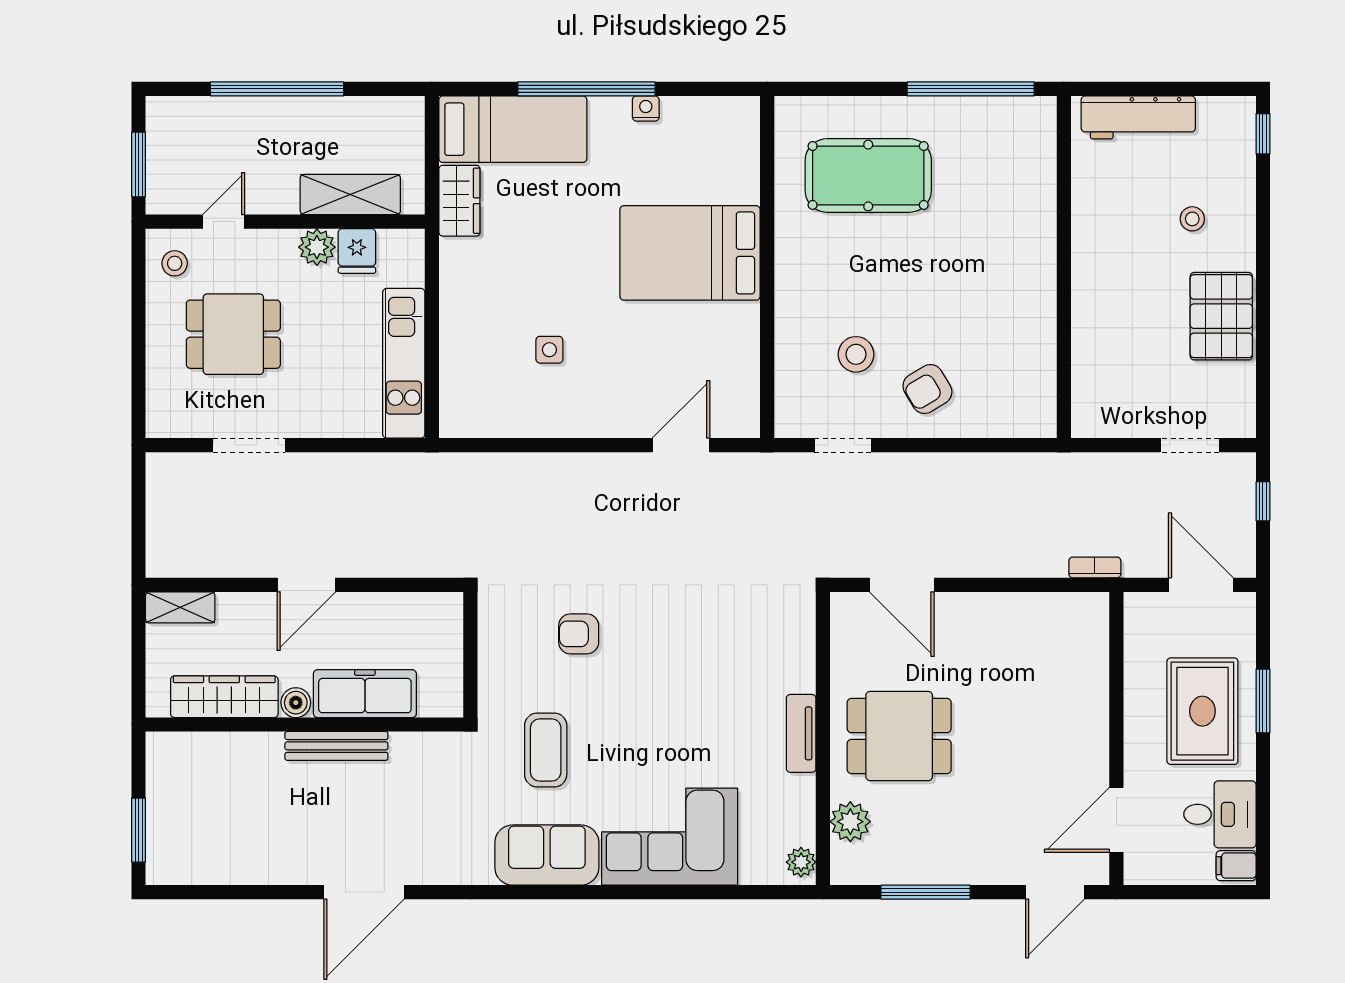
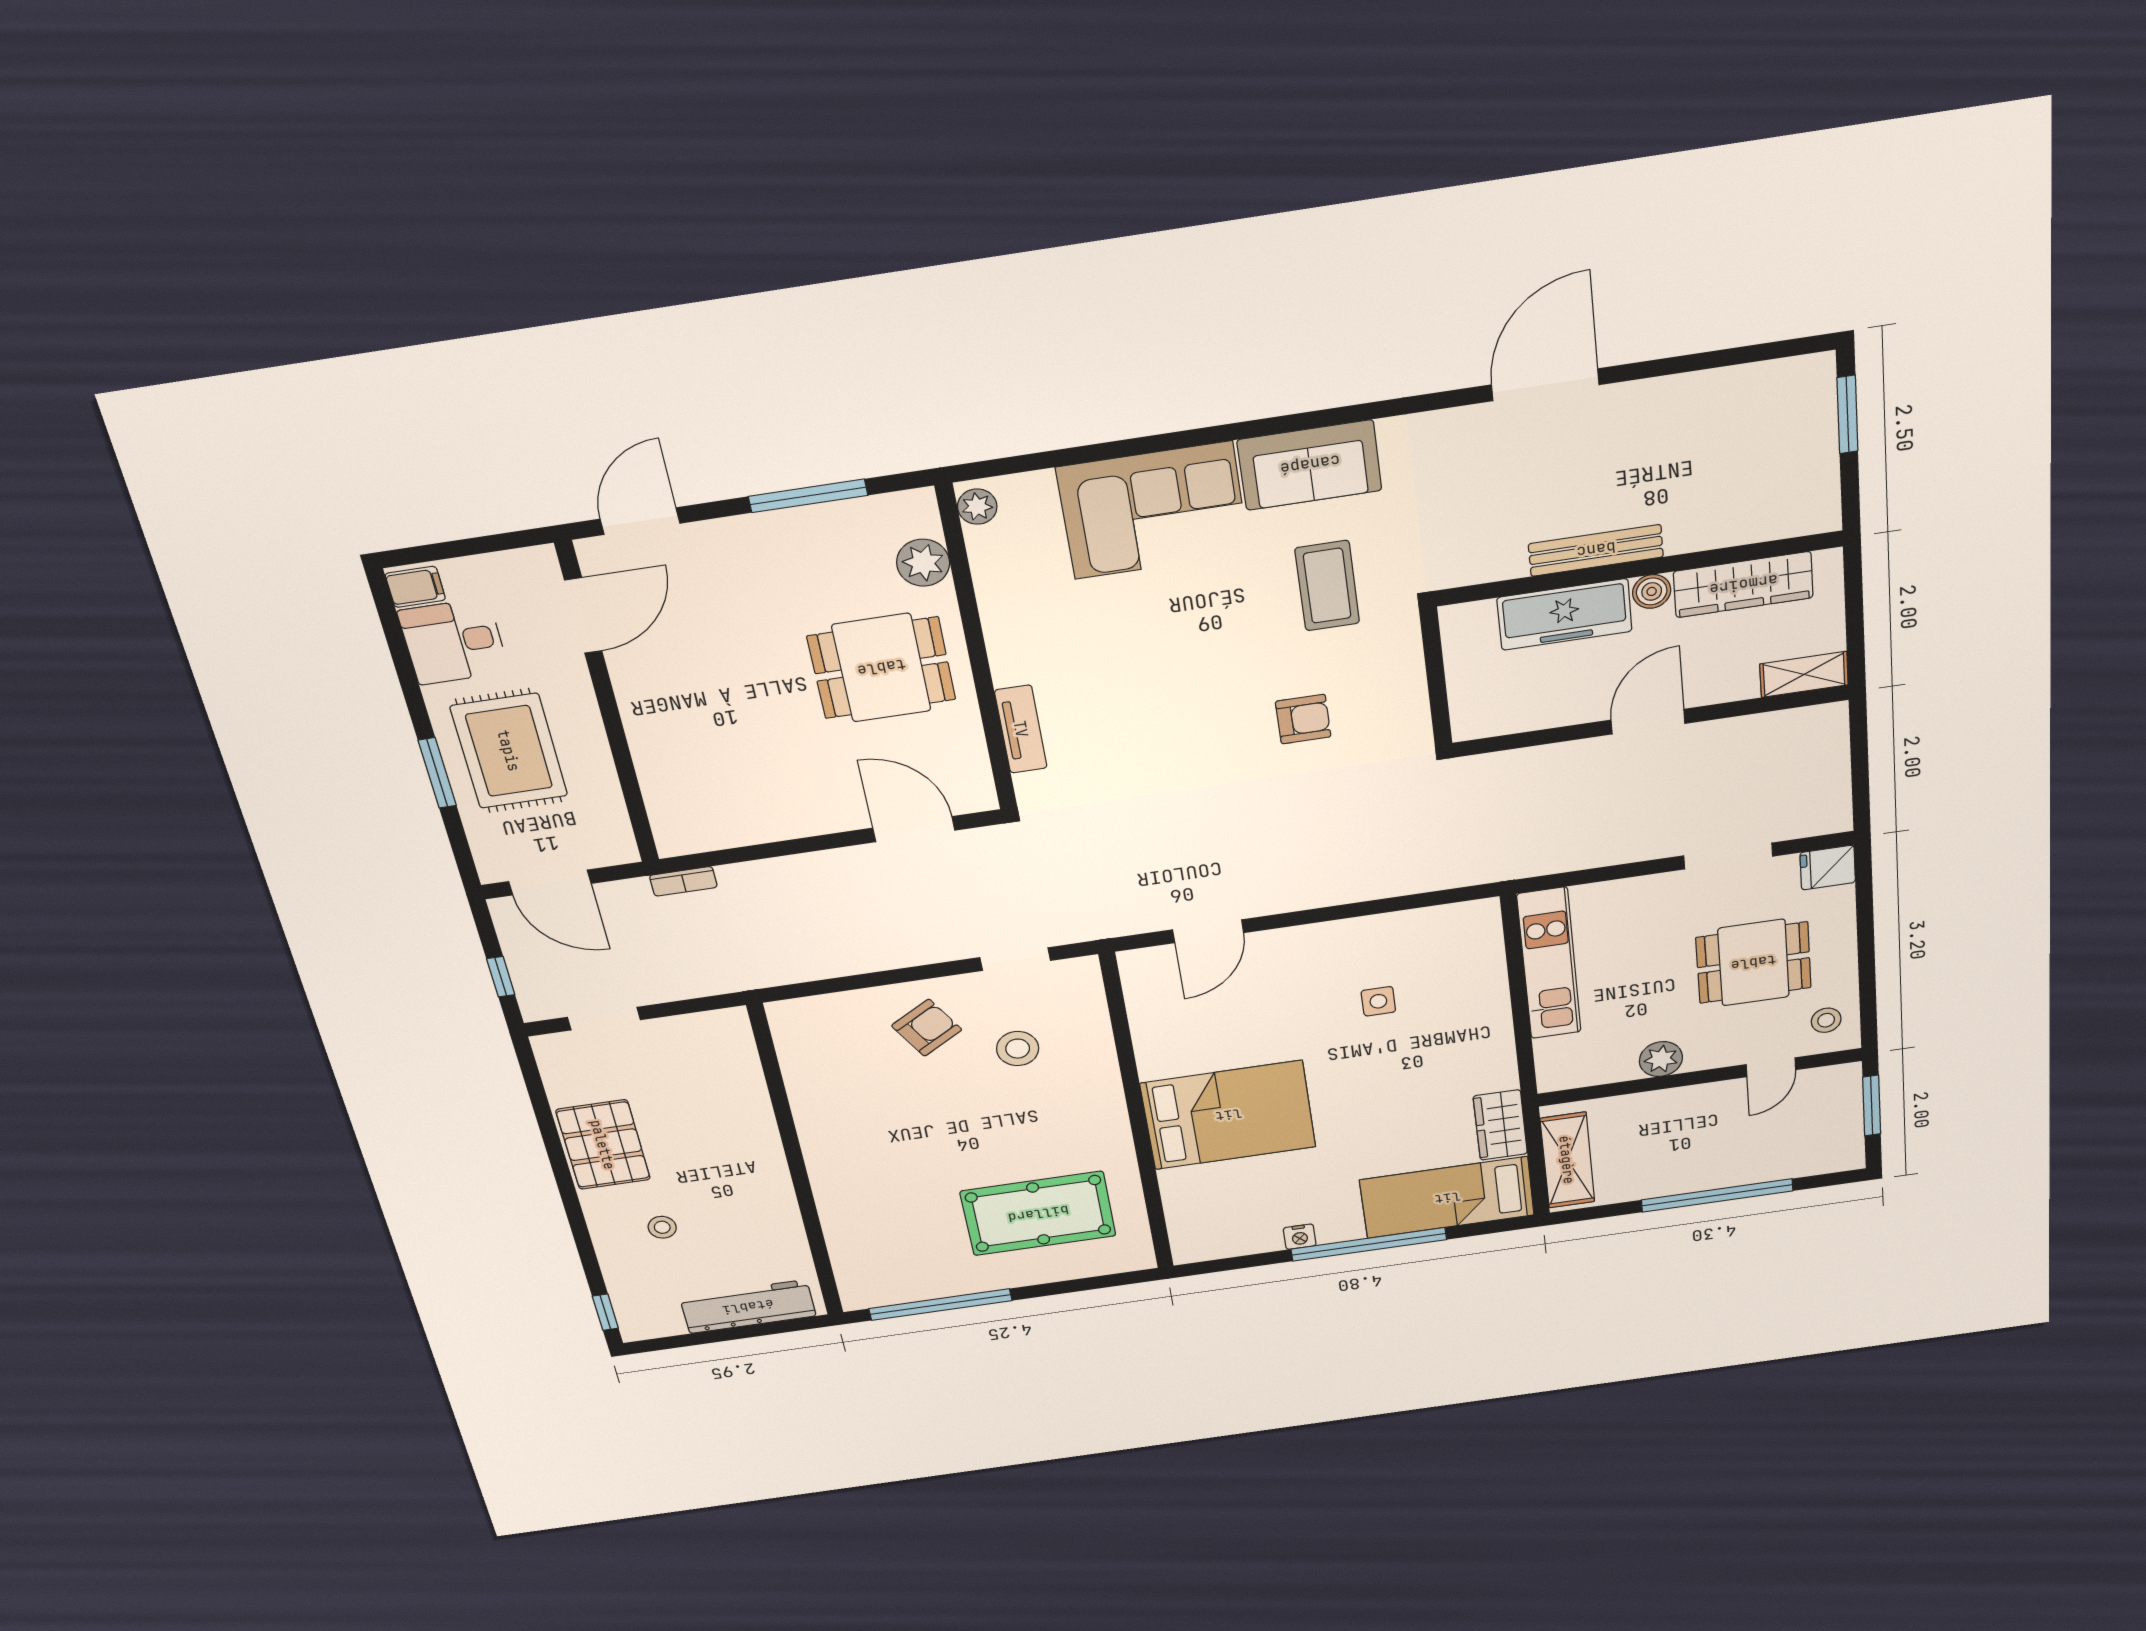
shelving: (350, 195) -> (1567, 1160), moved, turned 90
fridge: (357, 251) -> (1828, 868), moved, turned -90
tv unit: (801, 733) -> (1021, 729), moved

